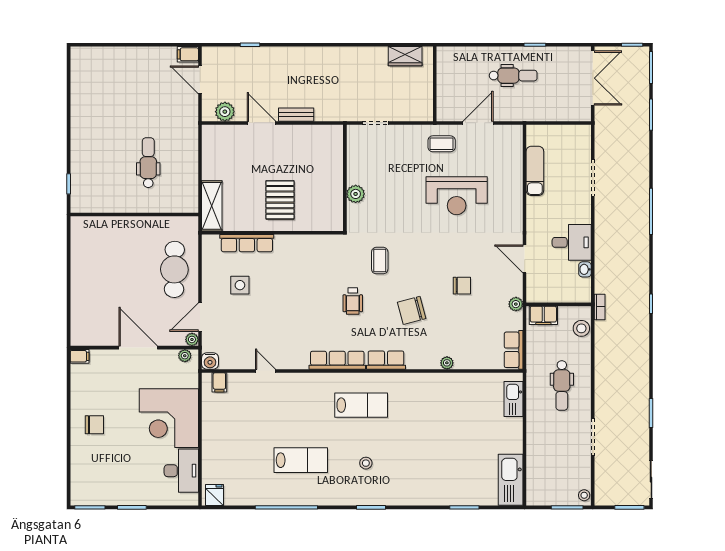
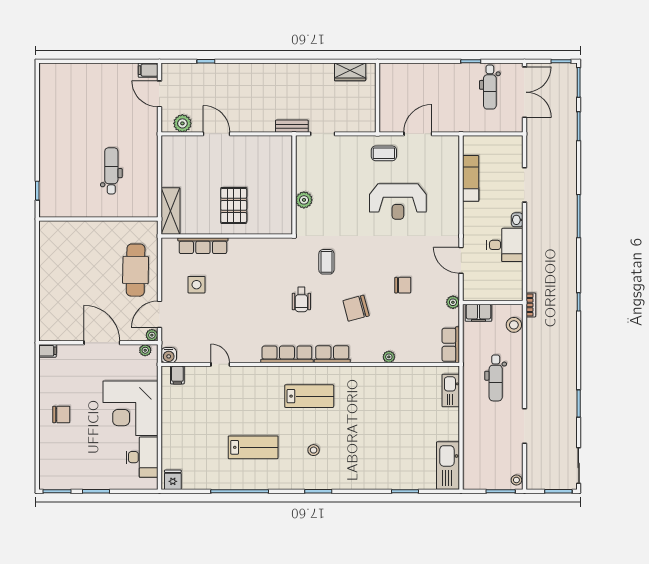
dental chair: (513, 76) -> (490, 87), moved, turned 90
bench: (296, 115) -> (292, 126), moved
washbasin: (585, 269) -> (517, 220), moved

